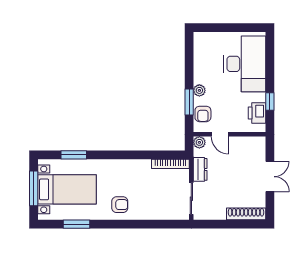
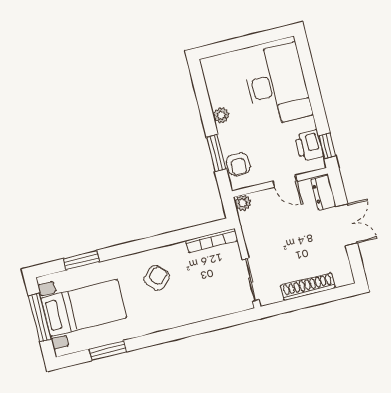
plant: (199, 90) -> (221, 115), moved
window: (270, 101) -> (327, 146), moved
door: (220, 134) -> (285, 181), moved
dresser: (200, 169) -> (323, 193), moved, turned 180
armchair: (120, 205) -> (157, 278), moved, turned -42
shoe rack: (246, 214) -> (308, 287), moved

